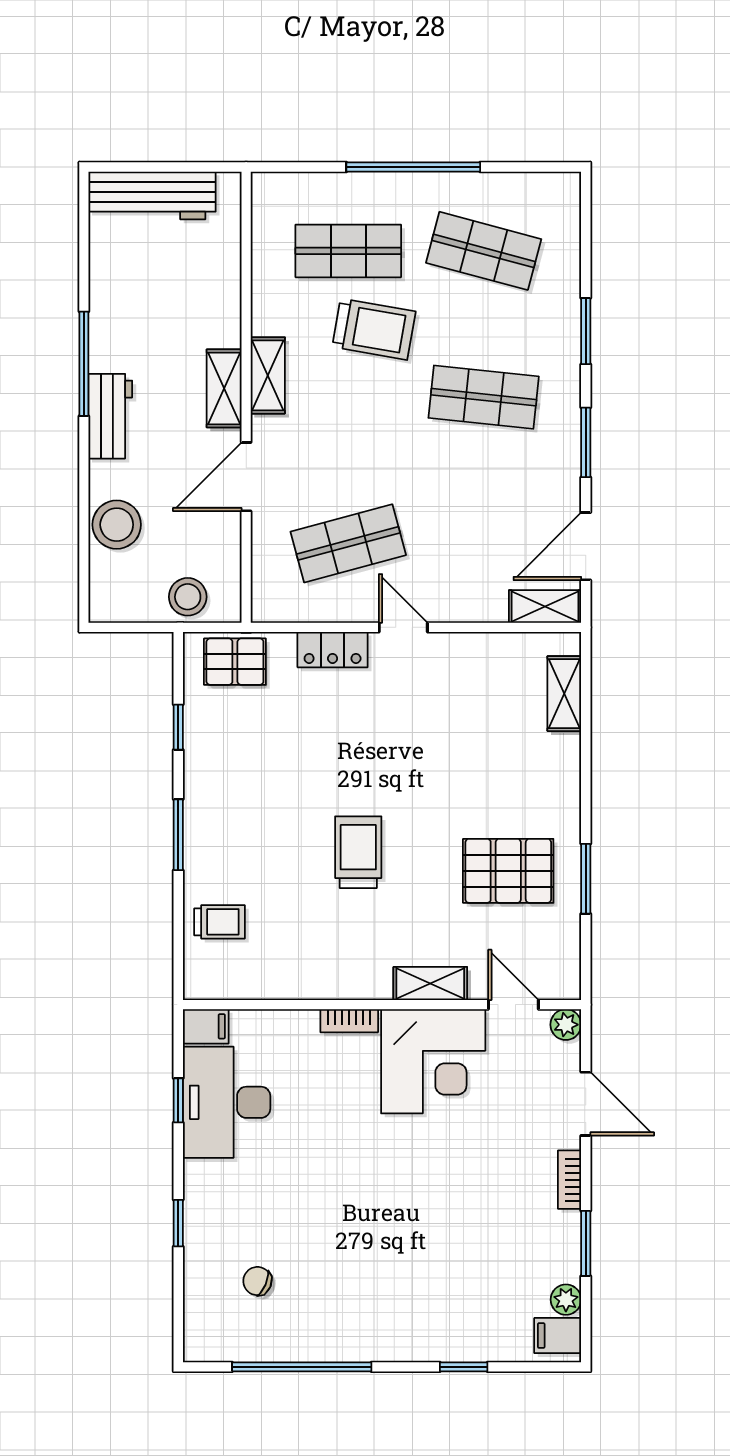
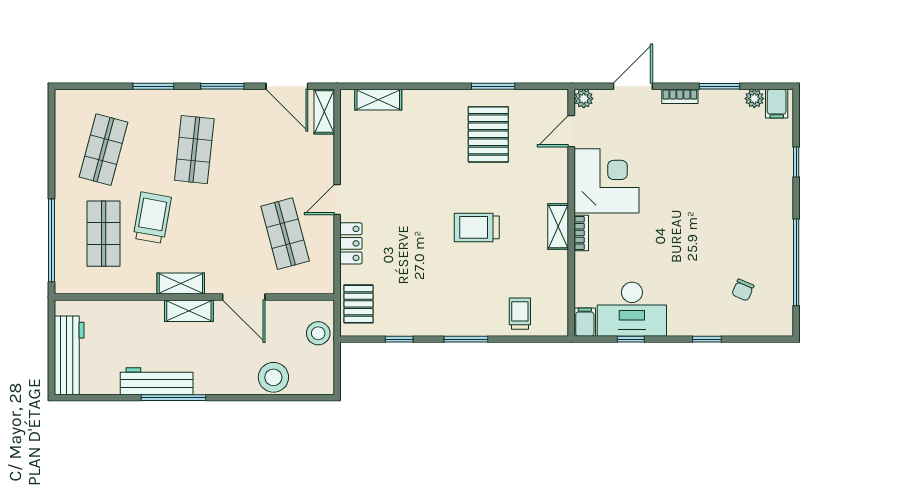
window: (413, 167) -> (51, 240), moved
workbench: (110, 416) -> (157, 381), moved, width x1.38
shelving: (430, 984) -> (558, 227), moved

